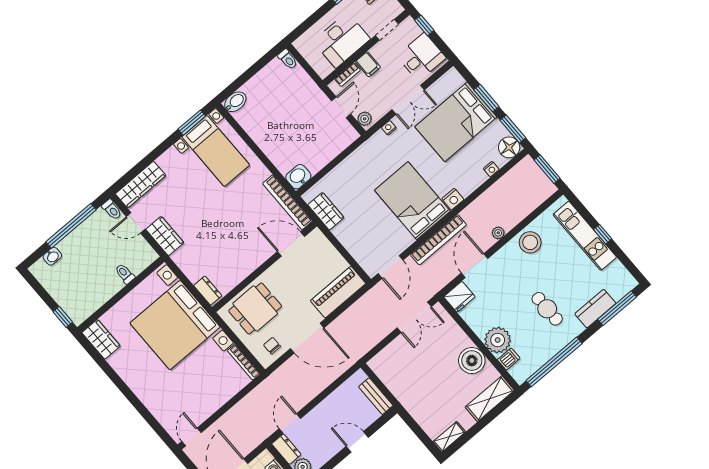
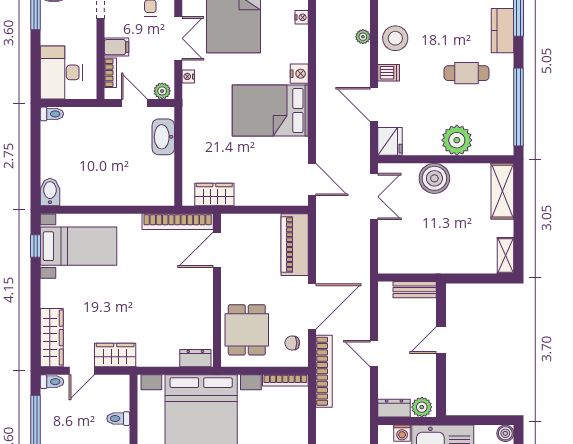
desk: (342, 40) -> (61, 72), moved, turned 180
window: (192, 123) -> (36, 246), width x0.67
washbasin: (298, 177) -> (163, 137), moved, width x1.38
plant: (498, 233) -> (363, 37), moved
bookcase: (438, 240) -> (324, 371), moved
dishwasher: (509, 359) -> (389, 73), moved, turned 90
boiler: (472, 361) -> (434, 178), moved
door: (290, 423) -> (374, 354), moved

